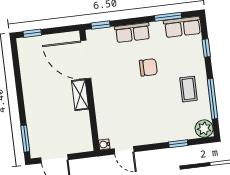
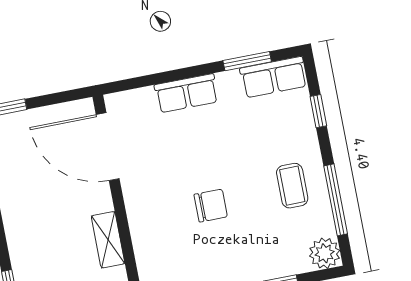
window: (101, 25) -> (130, 84), removed
chair: (148, 67) -> (211, 206), moved
shelving: (80, 95) -> (108, 240), moved

